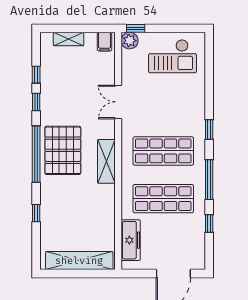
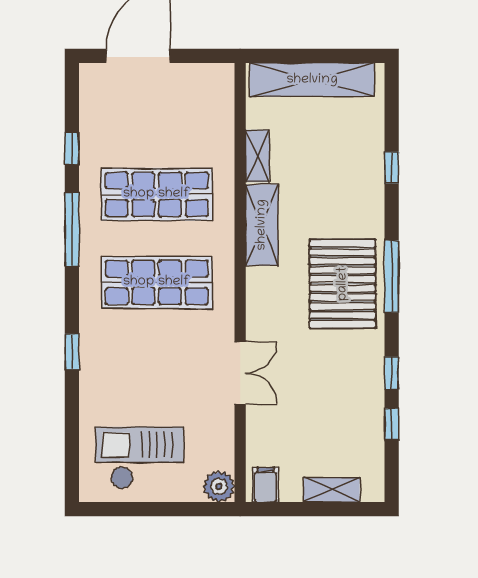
window: (136, 28) -> (208, 509), removed
window: (209, 130) -> (72, 352), moved
window: (36, 154) -> (392, 277), width x0.68
shelving: (106, 161) -> (262, 225), moved
shelving: (109, 219) -> (257, 156), added
freezer: (131, 240) -> (217, 118), removed

